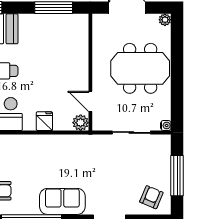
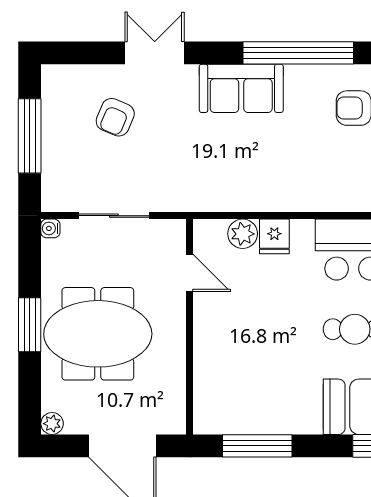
window: (177, 73) -> (30, 325), added
plant: (81, 123) -> (243, 234), moved
armchair: (151, 197) -> (115, 117), moved

